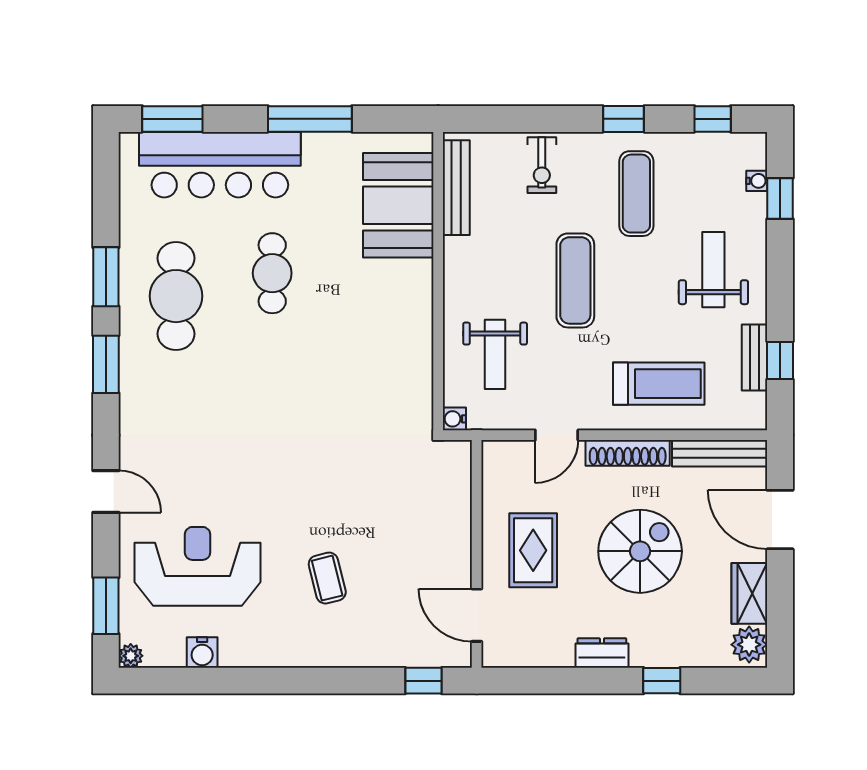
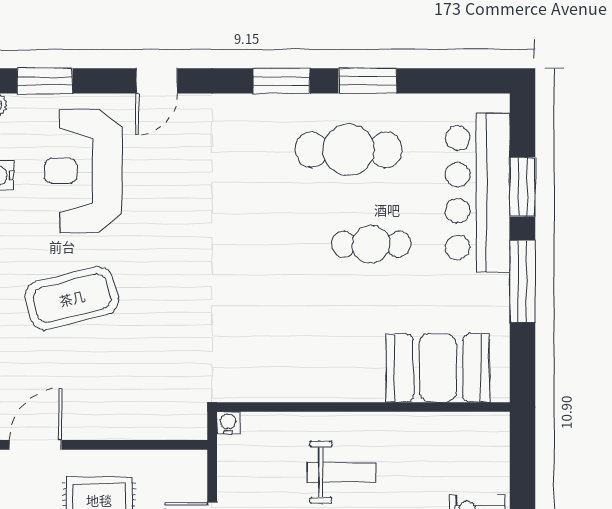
window: (172, 119) -> (522, 187), moved
bench: (456, 188) -> (455, 425), removed
weight bench: (495, 354) -> (341, 472), moved, turned 180
reception desk: (198, 566) -> (83, 171), turned 180
coffee table: (327, 578) -> (72, 298), width x1.86, depth x1.72

